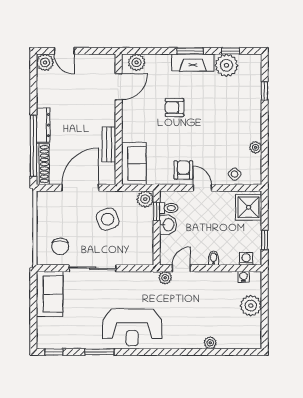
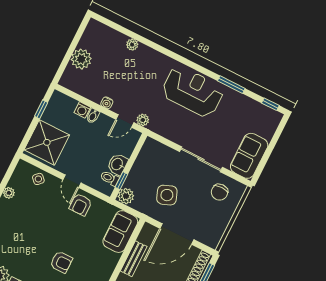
shower: (249, 207) -> (47, 142), width x1.37, depth x1.37
chair: (60, 246) -> (219, 192), turned 180
washing machine: (246, 259) -> (82, 110), moved
water cooler: (244, 277) -> (107, 103), moved

